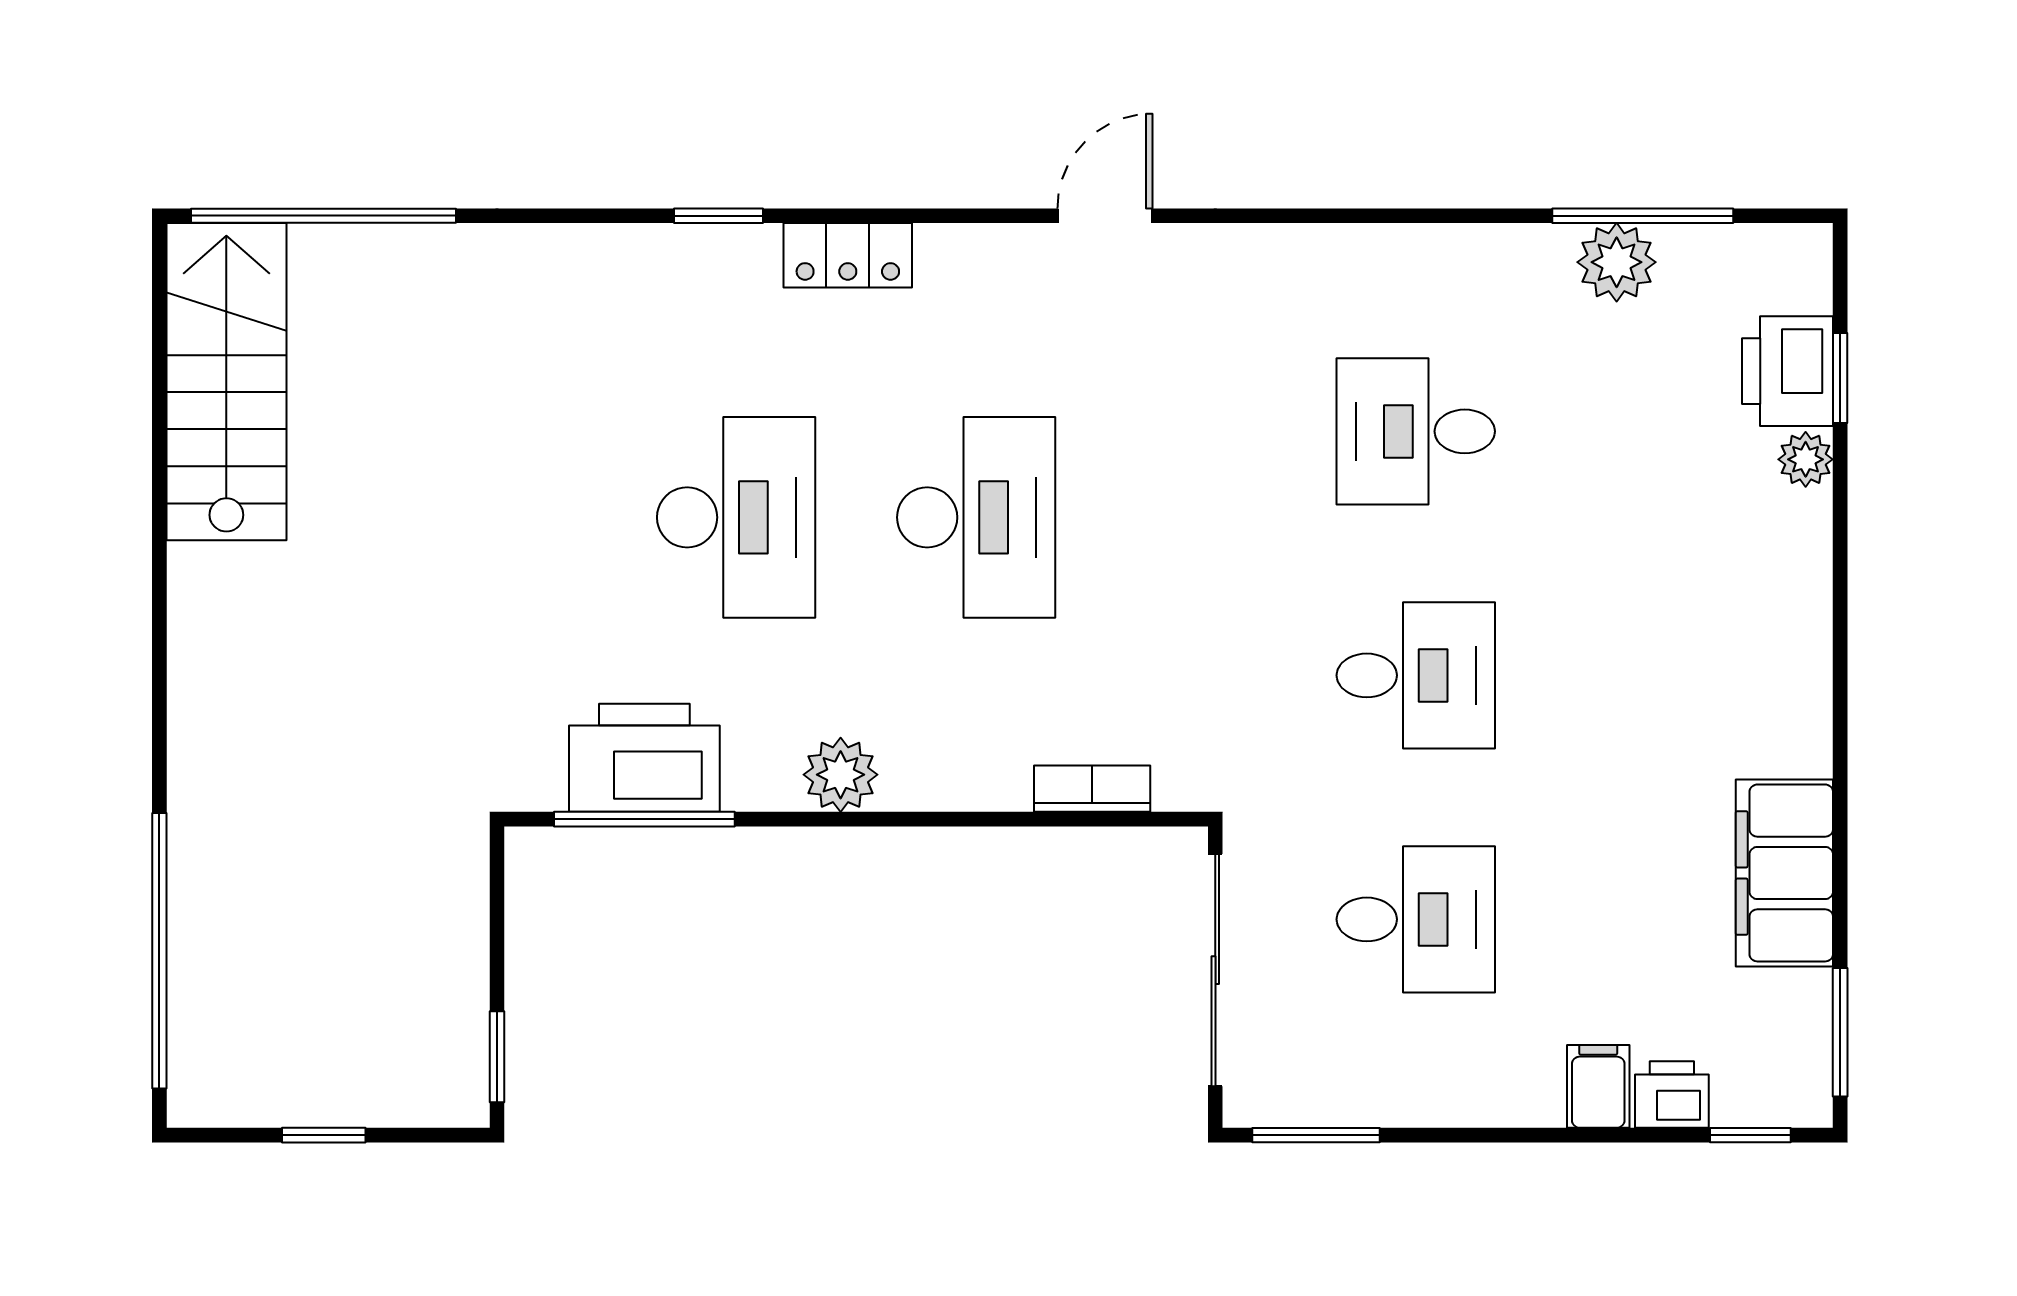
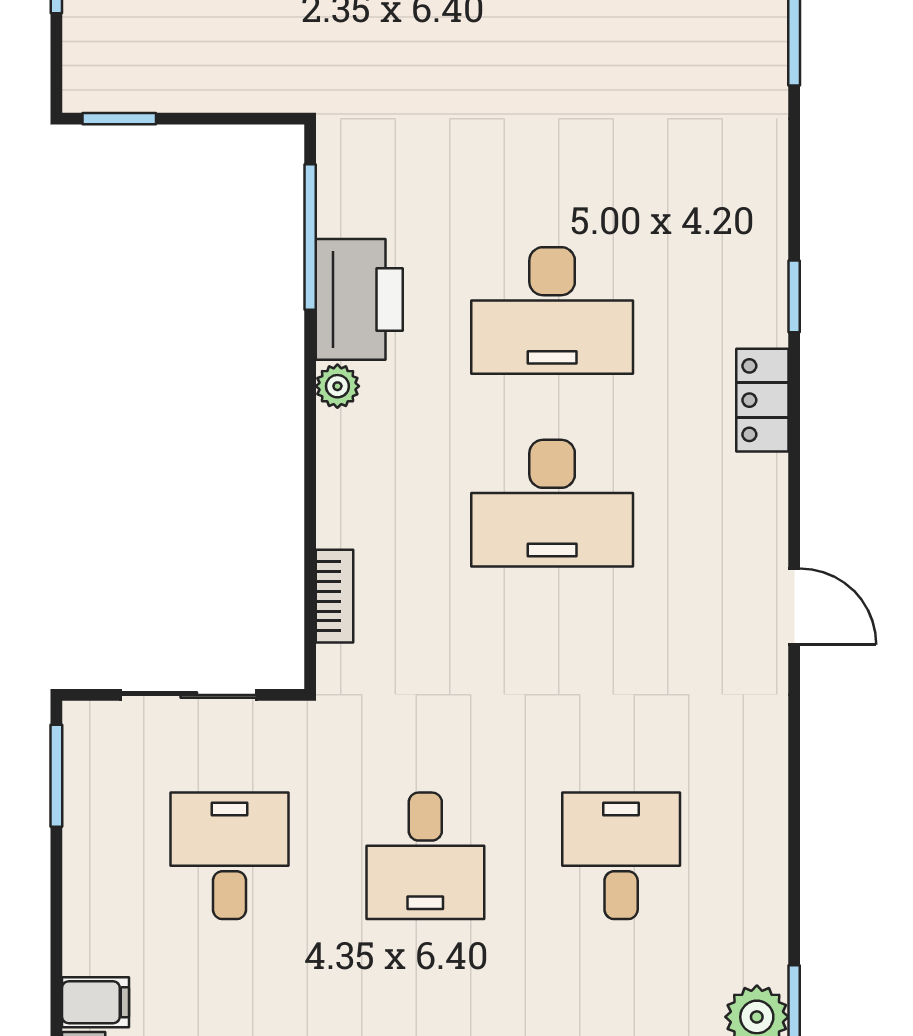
printer: (644, 758) -> (359, 299), moved
plant: (841, 775) -> (337, 386), width x0.73, depth x0.73
desk: (1416, 919) -> (230, 856), turned 180
sliding door: (1215, 970) -> (189, 695), width x0.73

